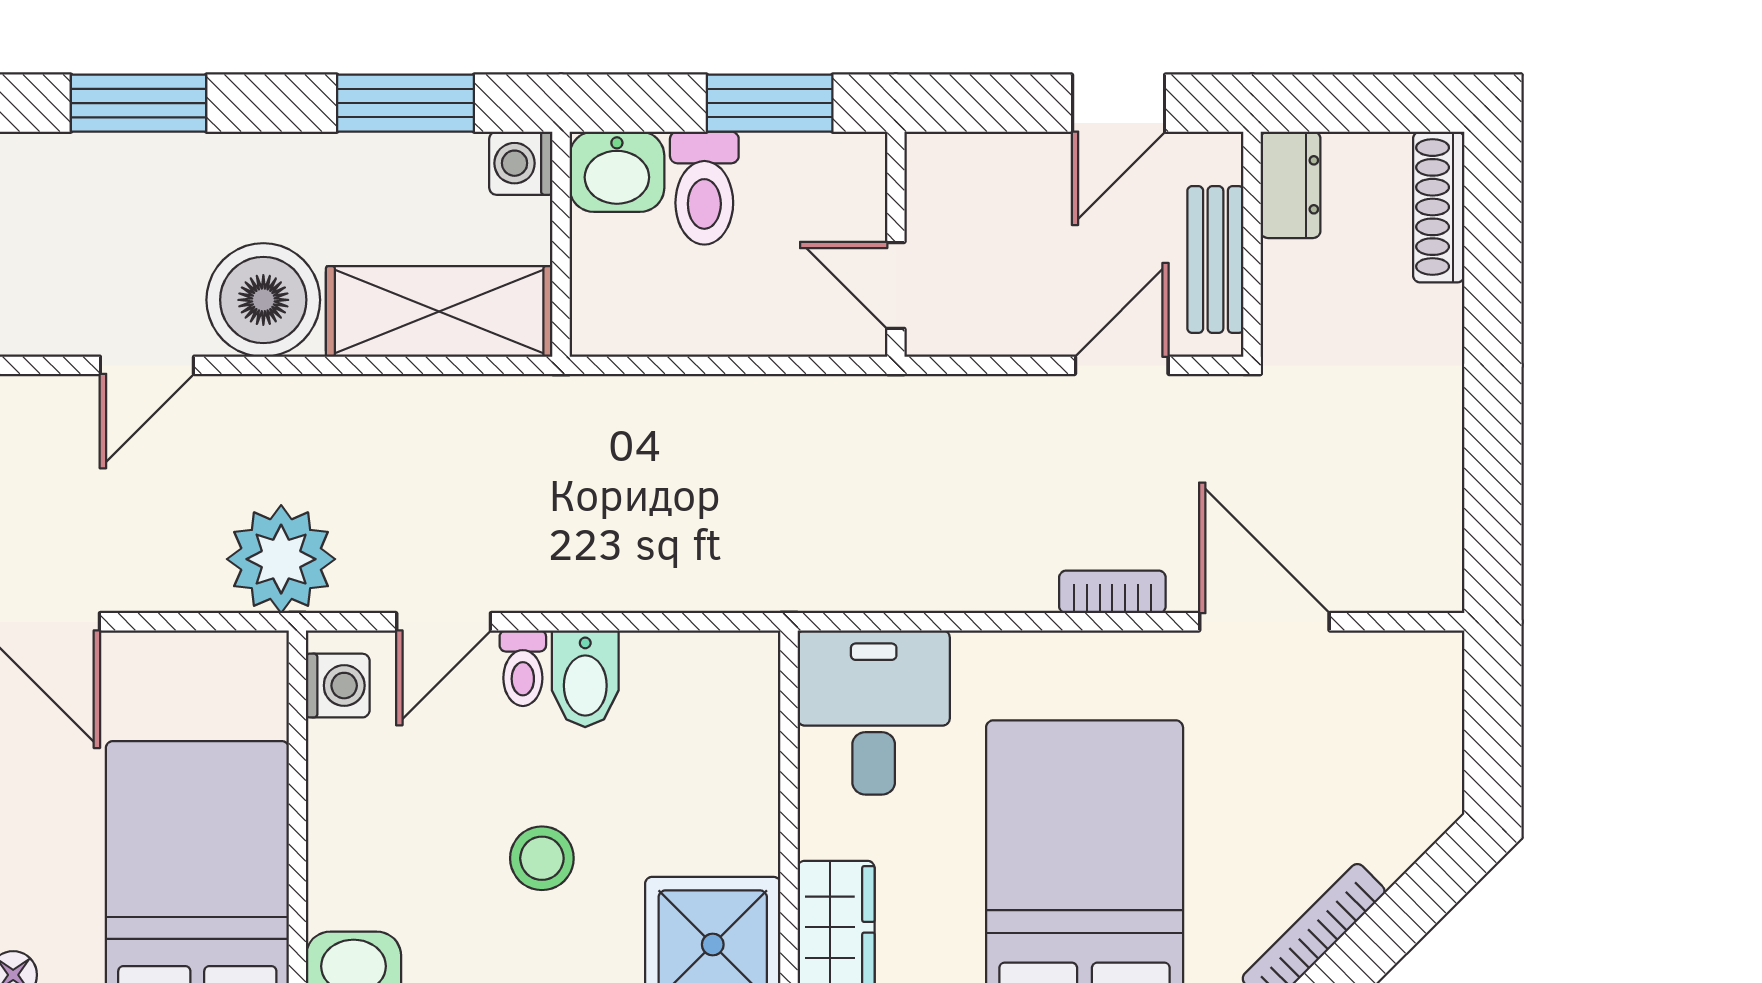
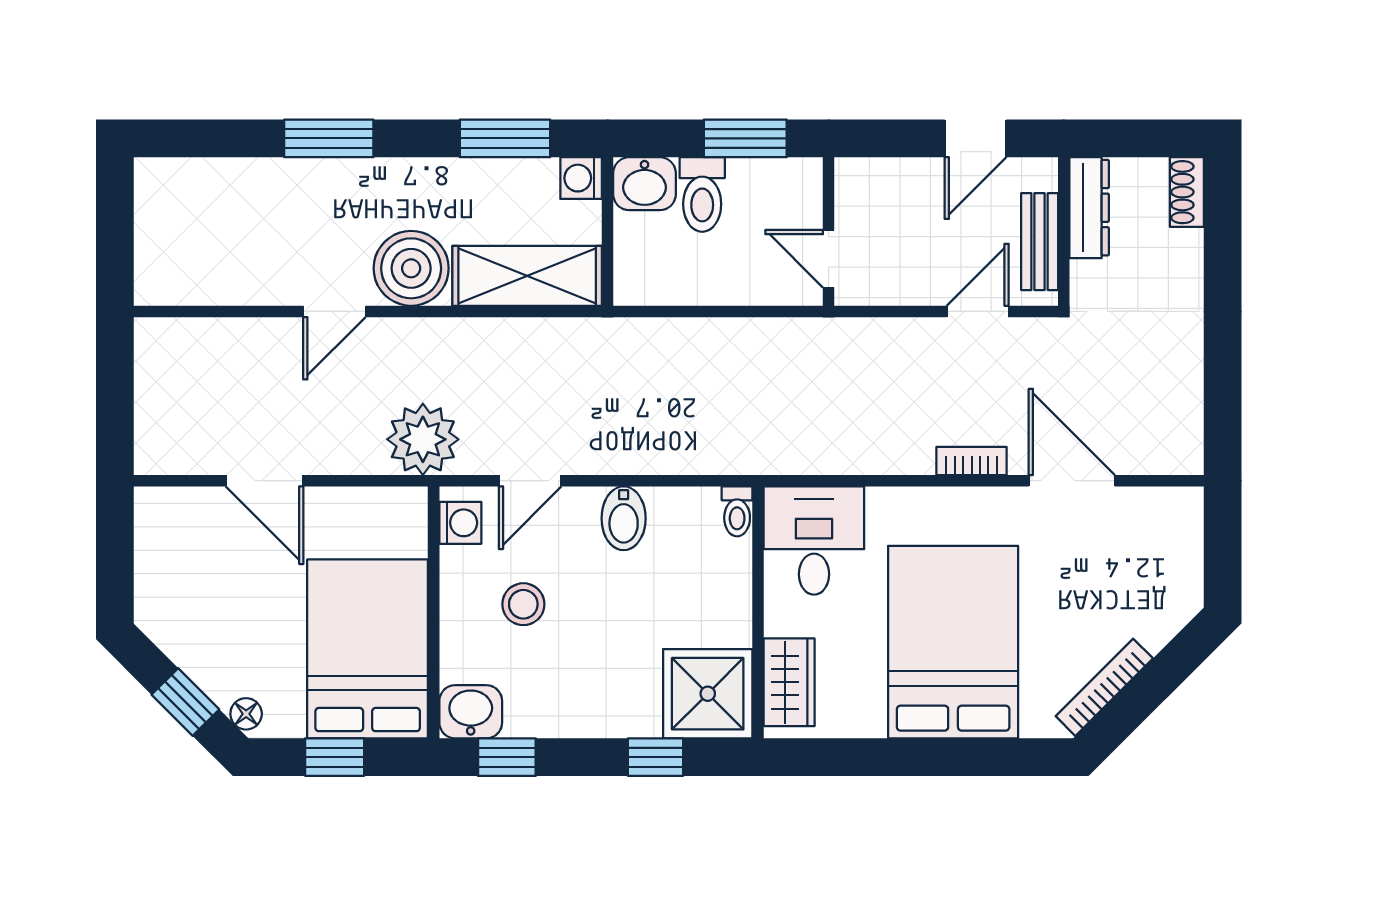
dresser: (1291, 185) -> (1089, 208), width x1.44
shoe rack: (1439, 207) -> (1187, 192), width x0.70
toilet: (523, 668) -> (737, 511), moved
stool: (542, 858) -> (523, 604), moved

